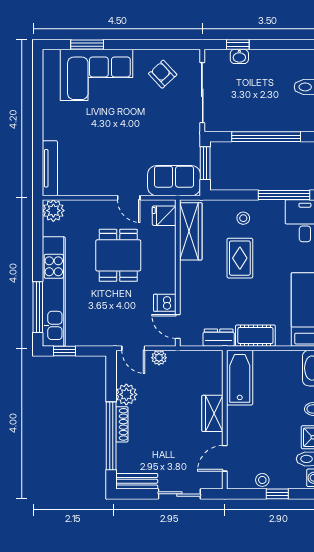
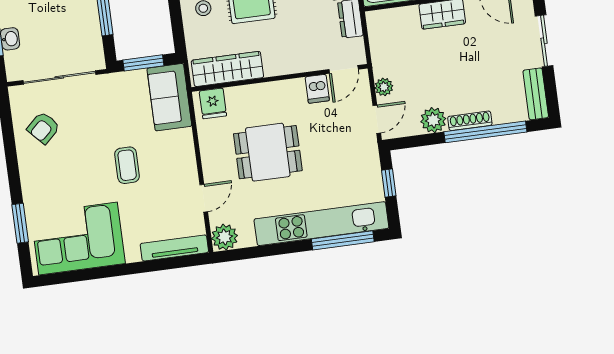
corner sofa: (97, 75) -> (78, 239), moved, turned -90
coffee table: (123, 139) -> (127, 165), added
door: (129, 198) -> (204, 198), moved
window: (65, 351) -> (389, 183), moved

